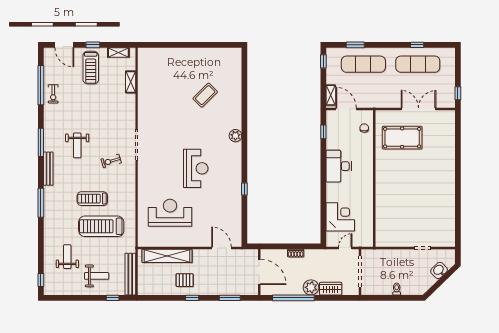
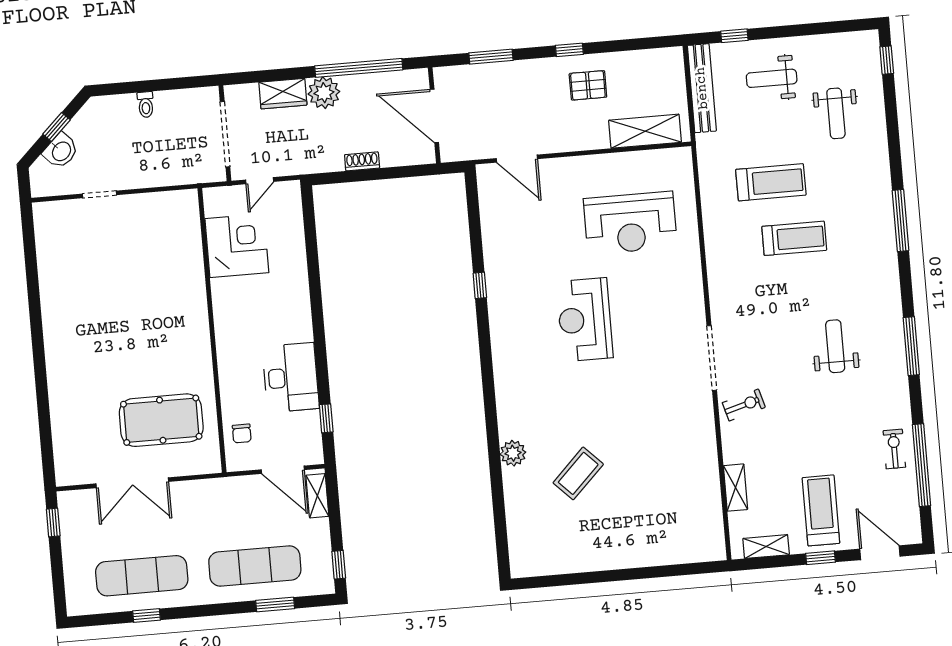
plant: (235, 136) -> (513, 453), moved
exercise bike: (111, 161) -> (744, 405), moved
desk: (339, 166) -> (291, 378), moved
bench: (48, 169) -> (891, 293), removed
corner desk: (340, 217) -> (237, 246), moved, turned 180
treadmill: (101, 226) -> (771, 182), width x0.73, depth x0.73
shelving: (167, 256) -> (645, 131), width x0.68
window: (440, 282) -> (56, 127), added

